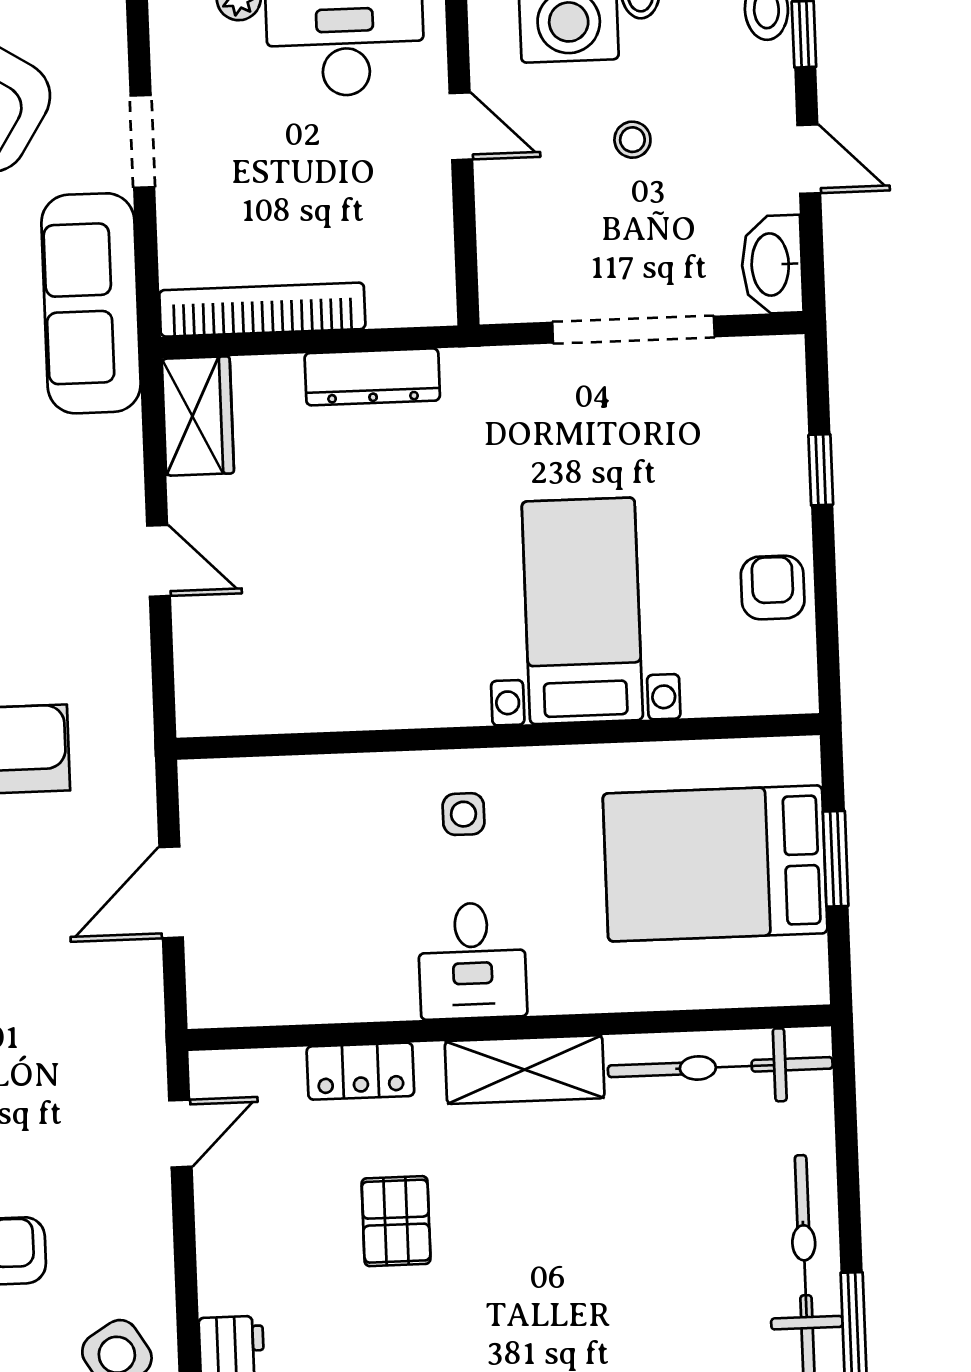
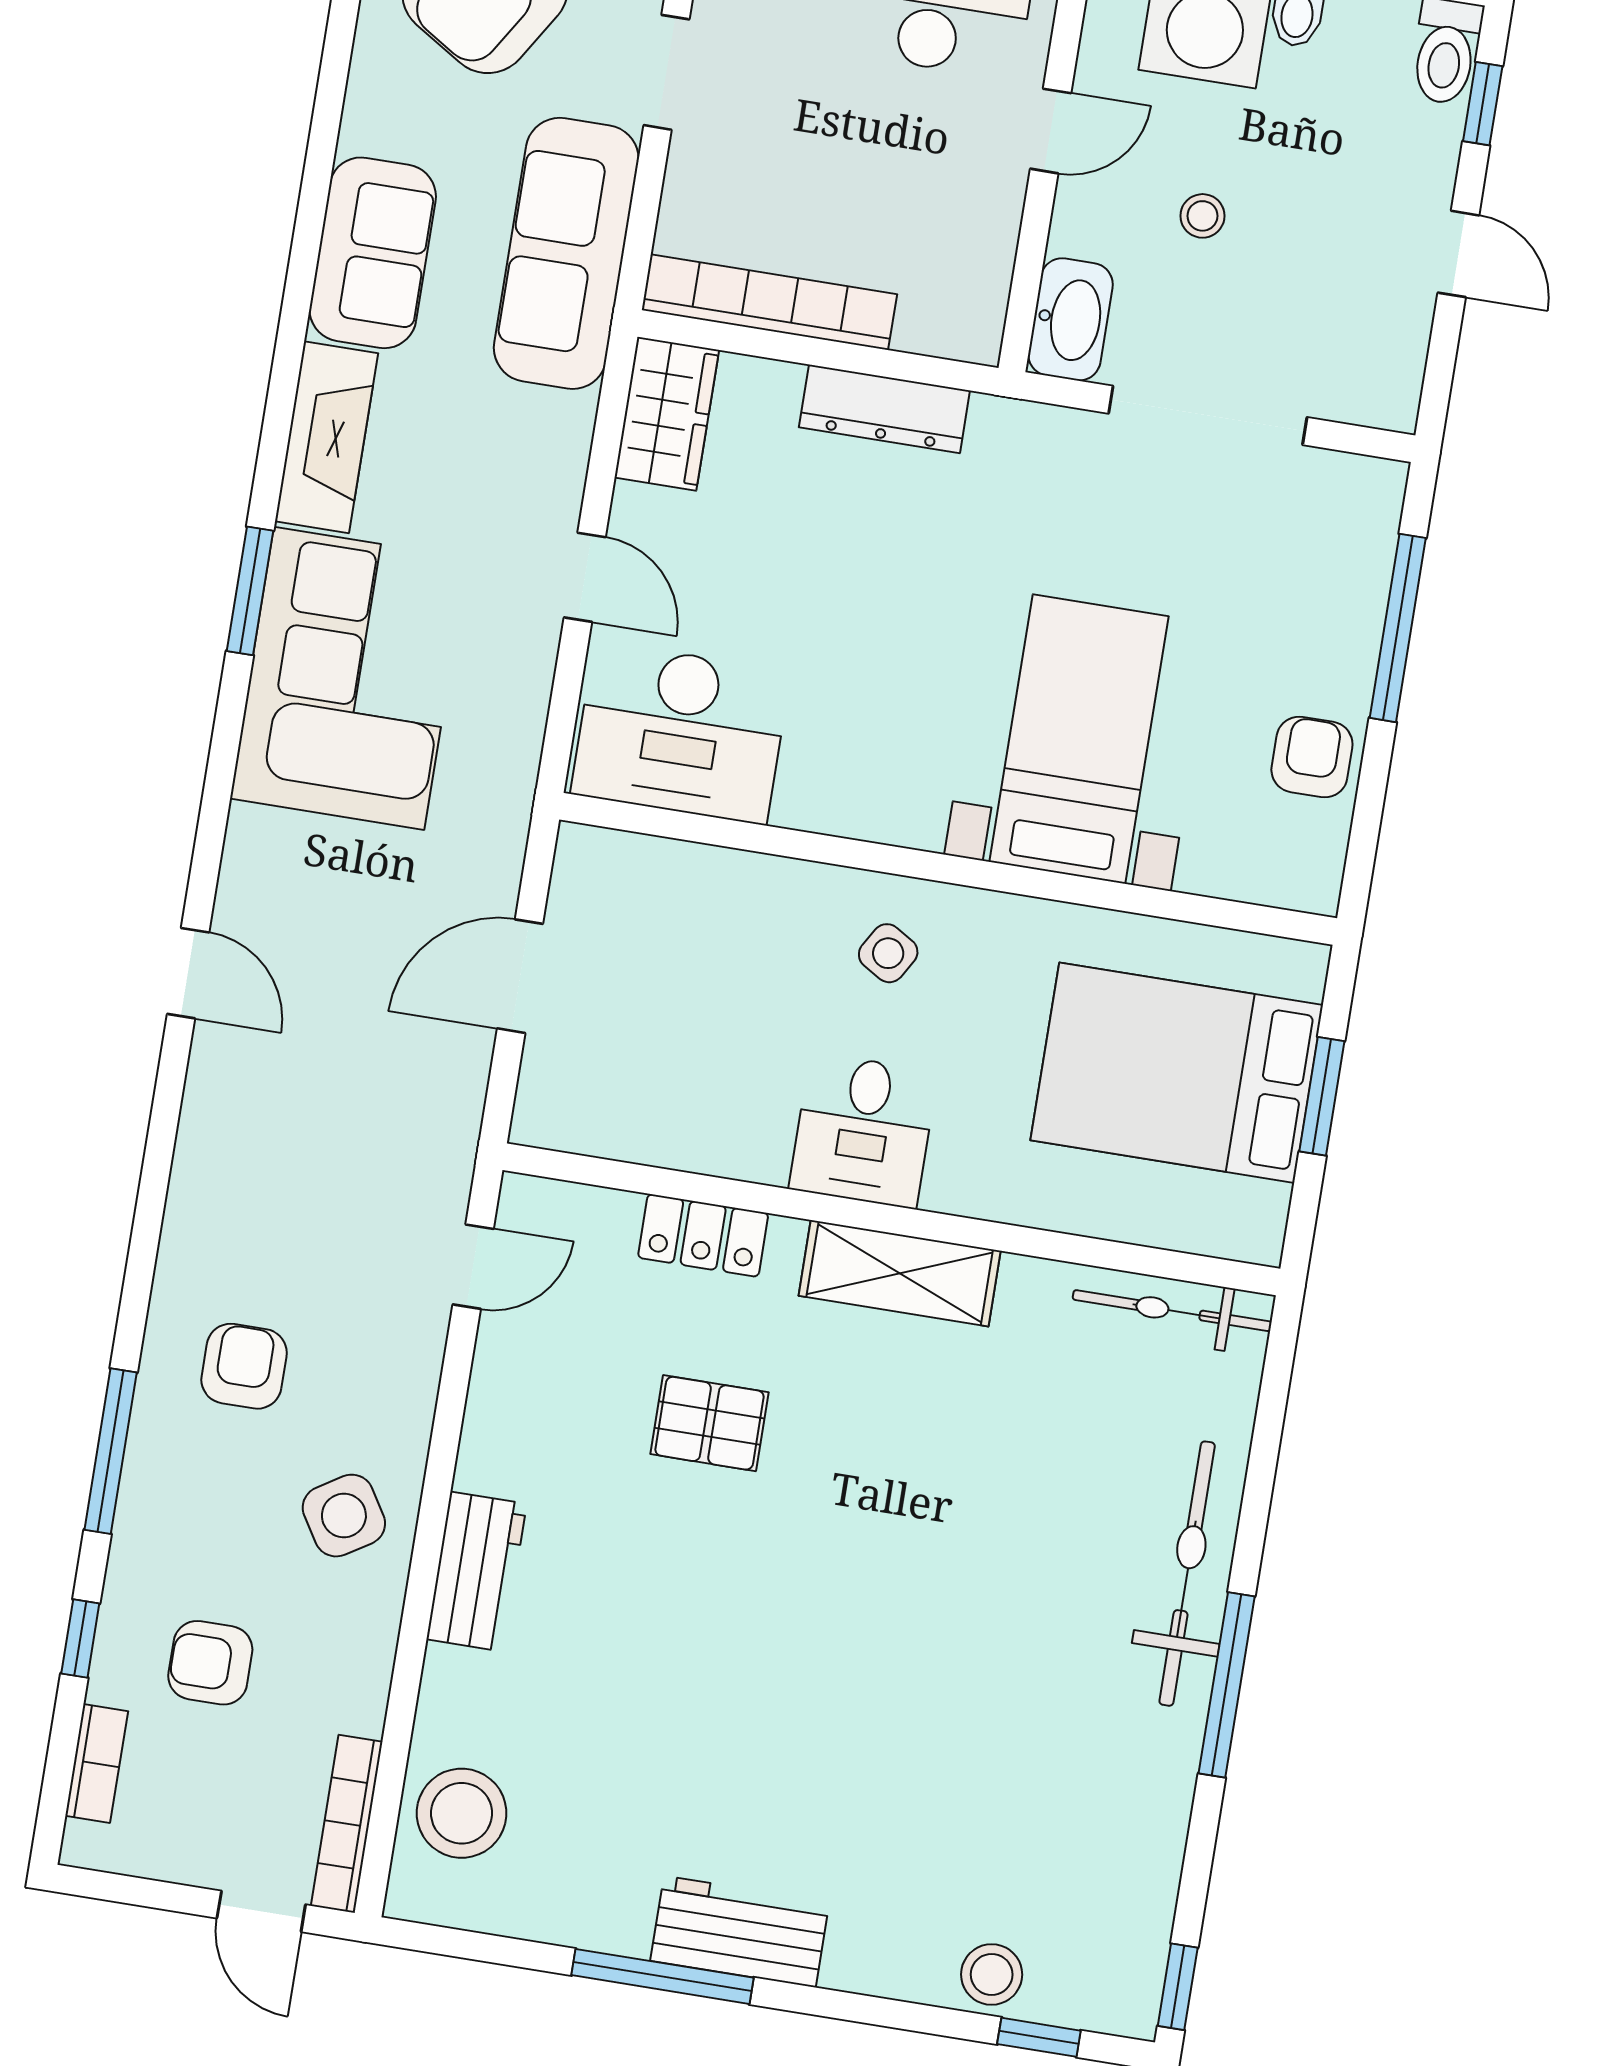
door: (461, 126) -> (1051, 131), hinge flipped
stool: (632, 140) -> (1202, 216), moved
washbasin: (772, 264) -> (1071, 319), moved, turned 180
window: (821, 470) -> (1398, 628), width x2.17
desk: (261, 670) -> (681, 733), added
side table: (464, 814) -> (888, 953), turned 31
bicycle: (720, 1067) -> (1172, 1311), width x0.73, depth x0.71
pallet: (396, 1221) -> (710, 1423), turned 90

